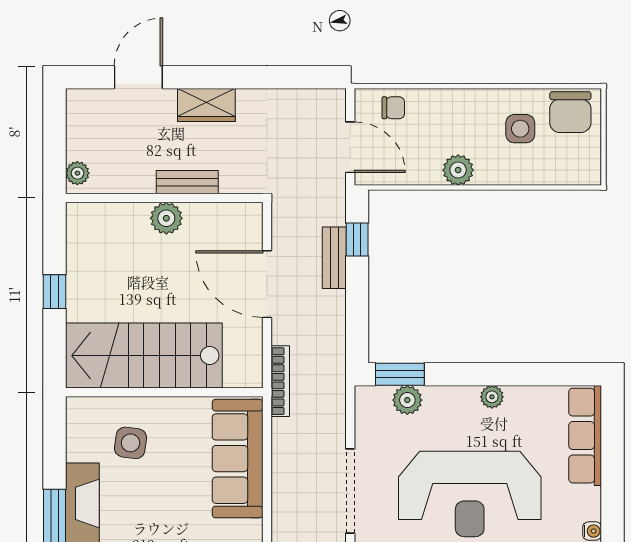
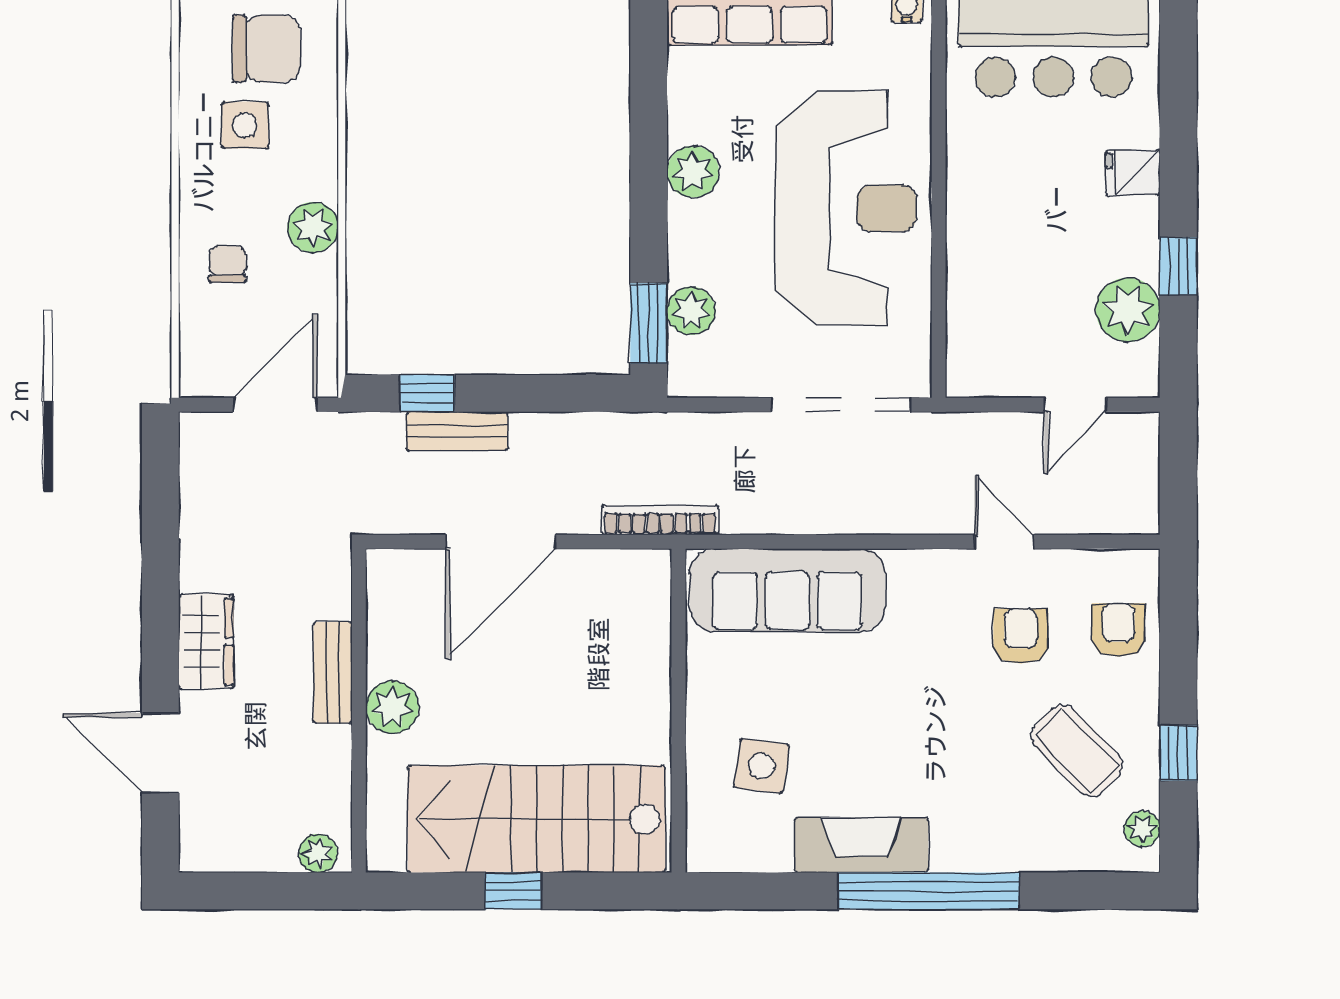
chair: (393, 108) -> (227, 264), moved
chair: (570, 112) -> (266, 49), moved
stairs: (144, 356) -> (537, 819), moved, turned 90
plant: (492, 397) -> (693, 172), width x1.38, depth x1.38

